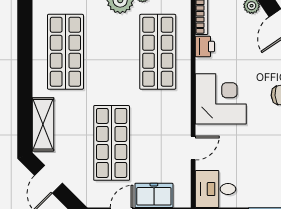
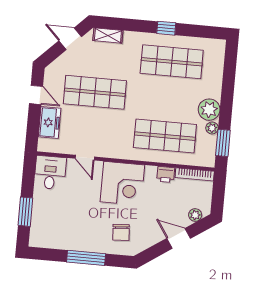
window: (25, 62) -> (166, 28), added
shelving: (43, 124) -> (108, 36), width x0.67, depth x0.75

